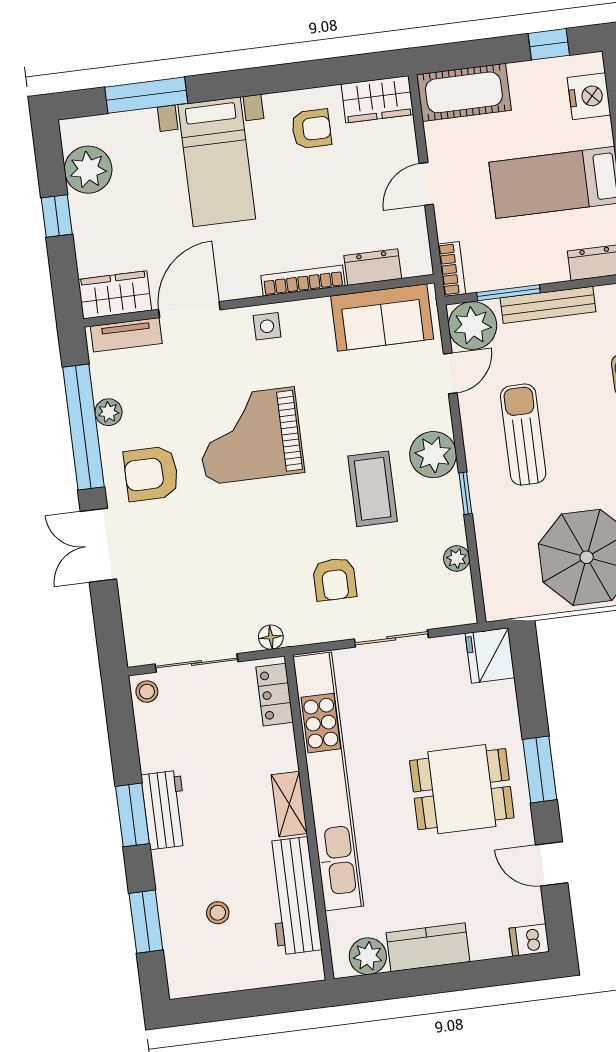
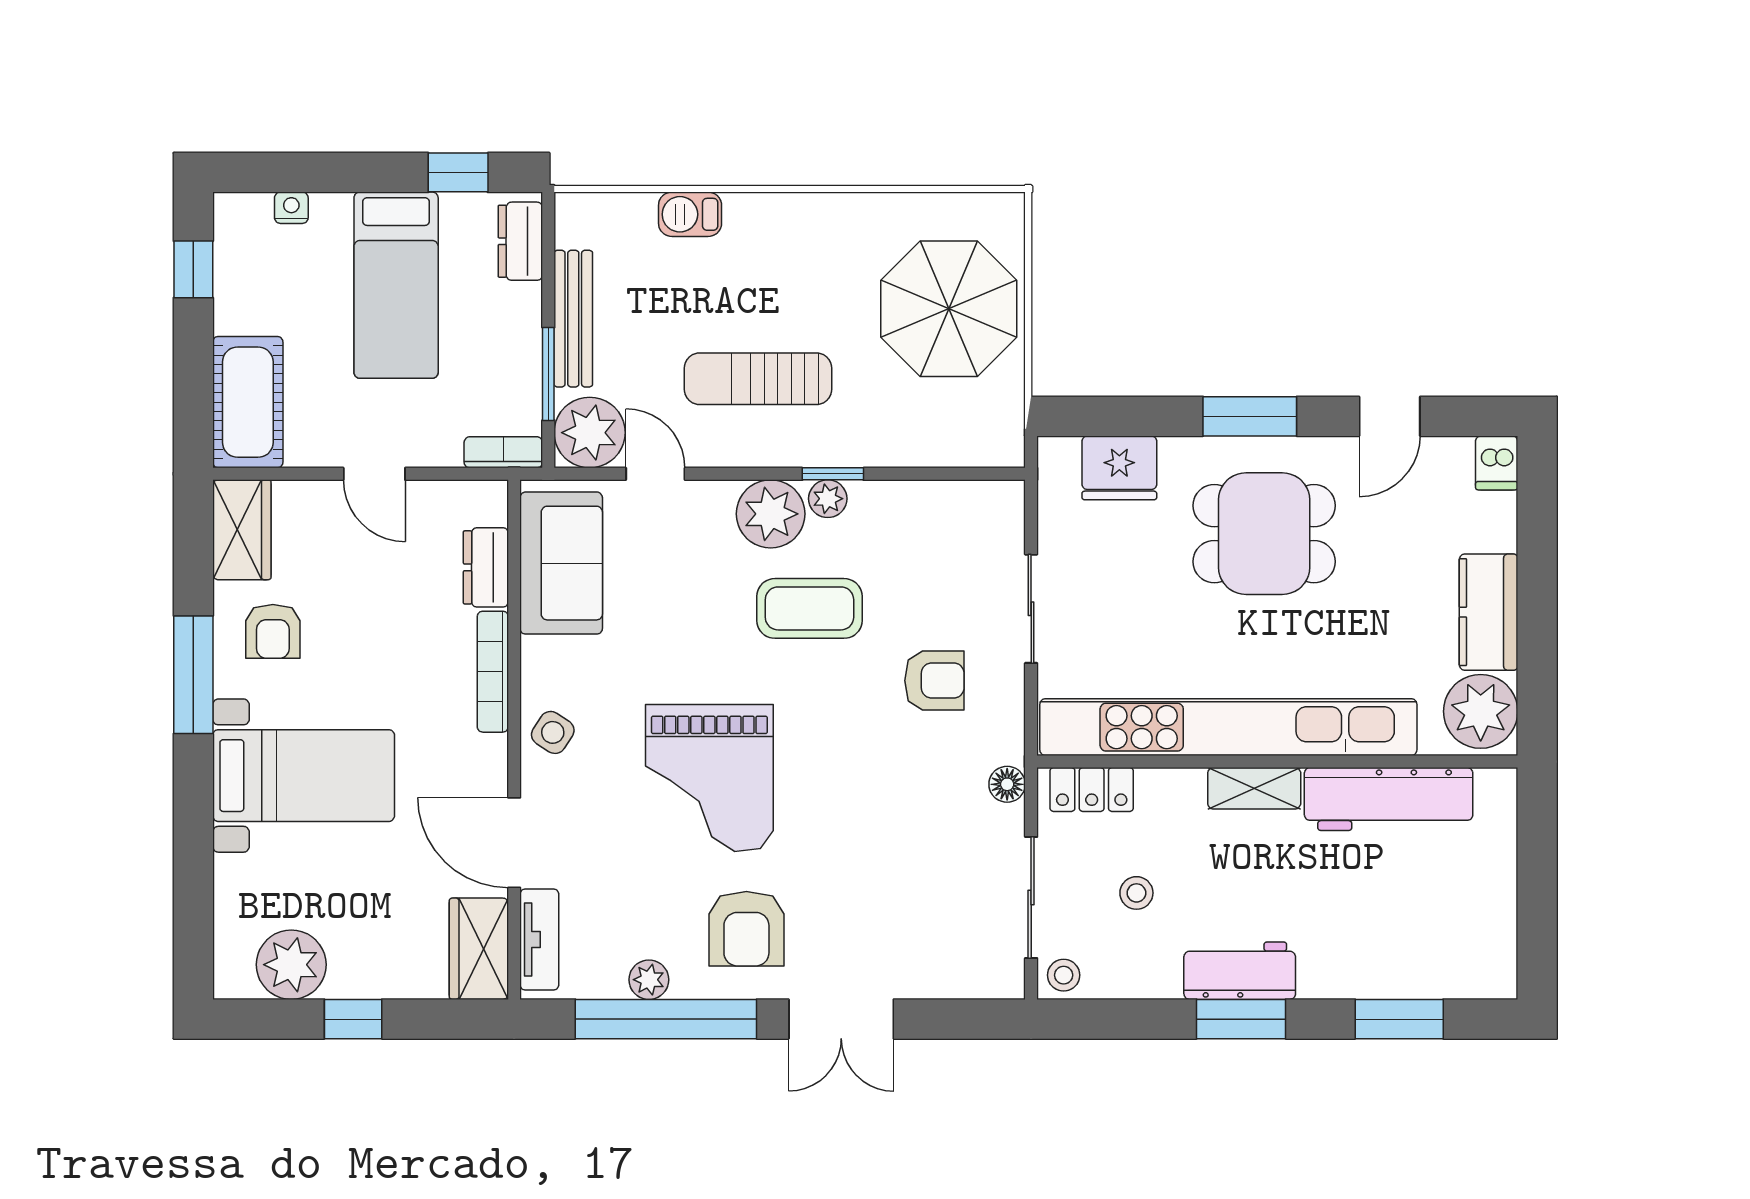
window: (146, 95) -> (193, 675), moved
nightstand: (589, 96) -> (291, 208), width x0.53, depth x0.56
armchair: (311, 129) -> (273, 631), turned 180
side table: (267, 326) -> (553, 732), turned 33
plant: (457, 558) -> (828, 499), moved
fridge: (490, 655) -> (1119, 468), moved
dining table: (462, 789) -> (1264, 534), turned 90
stool: (218, 913) -> (1136, 893), moved
plant: (368, 956) -> (1481, 711), width x1.36, depth x1.36

